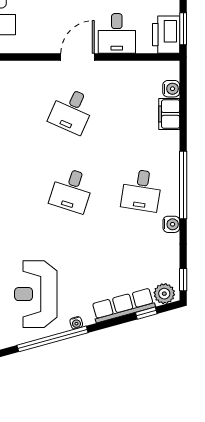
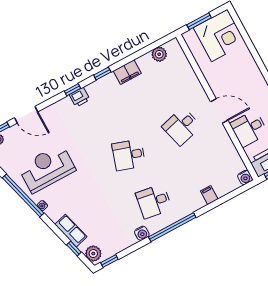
water cooler: (171, 89) -> (245, 177), moved
desk: (72, 111) -> (182, 126), turned -39
filing cabinet: (169, 114) -> (209, 195), width x0.50
row of seats: (123, 305) -> (71, 231), width x0.68

